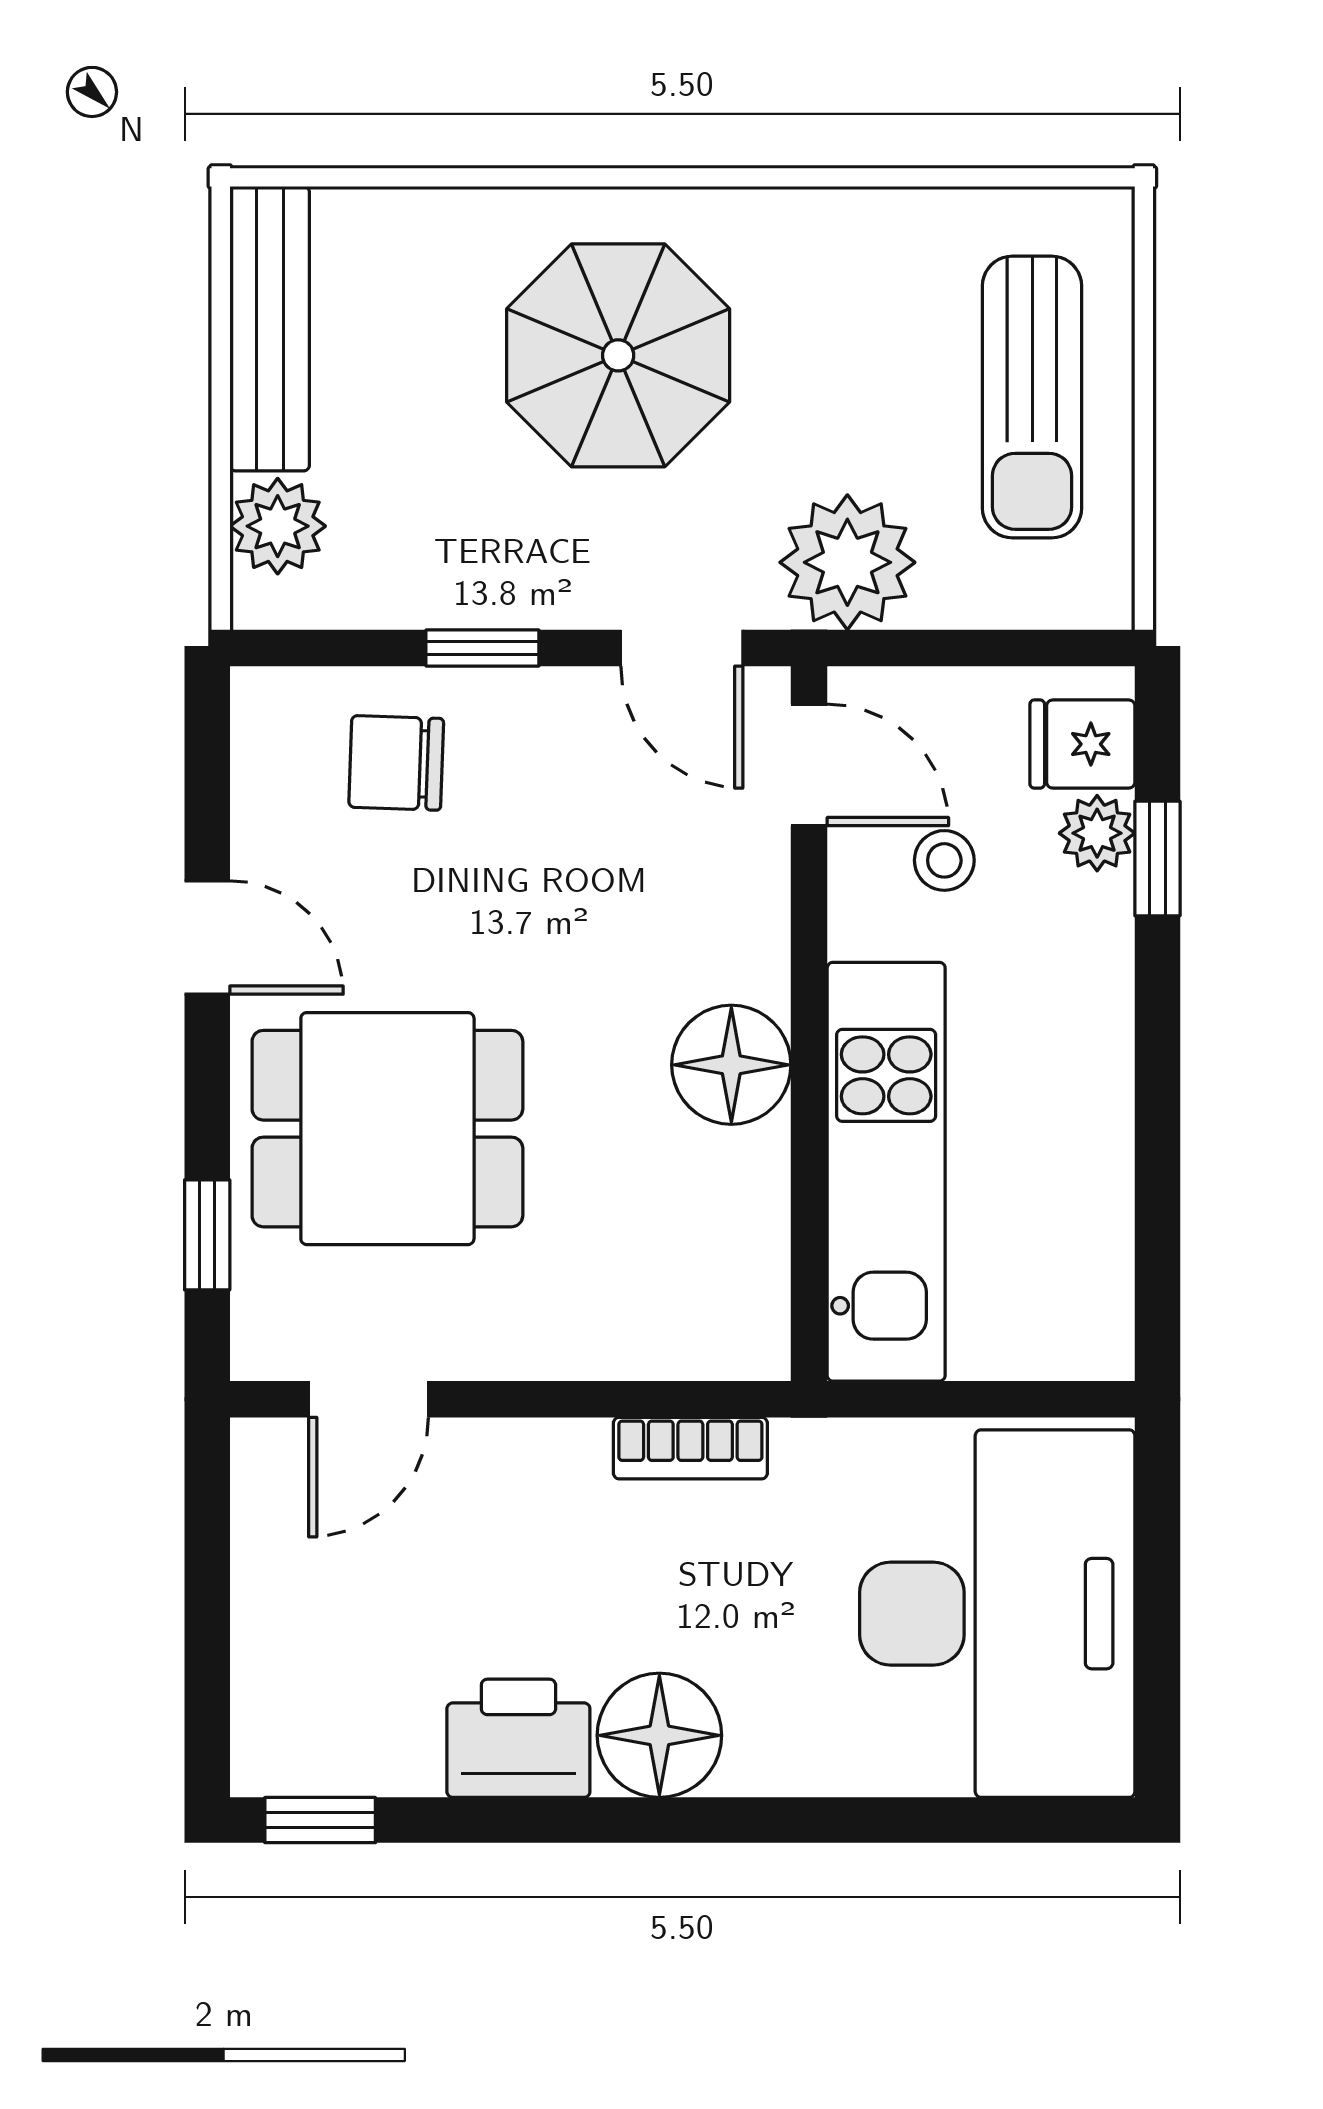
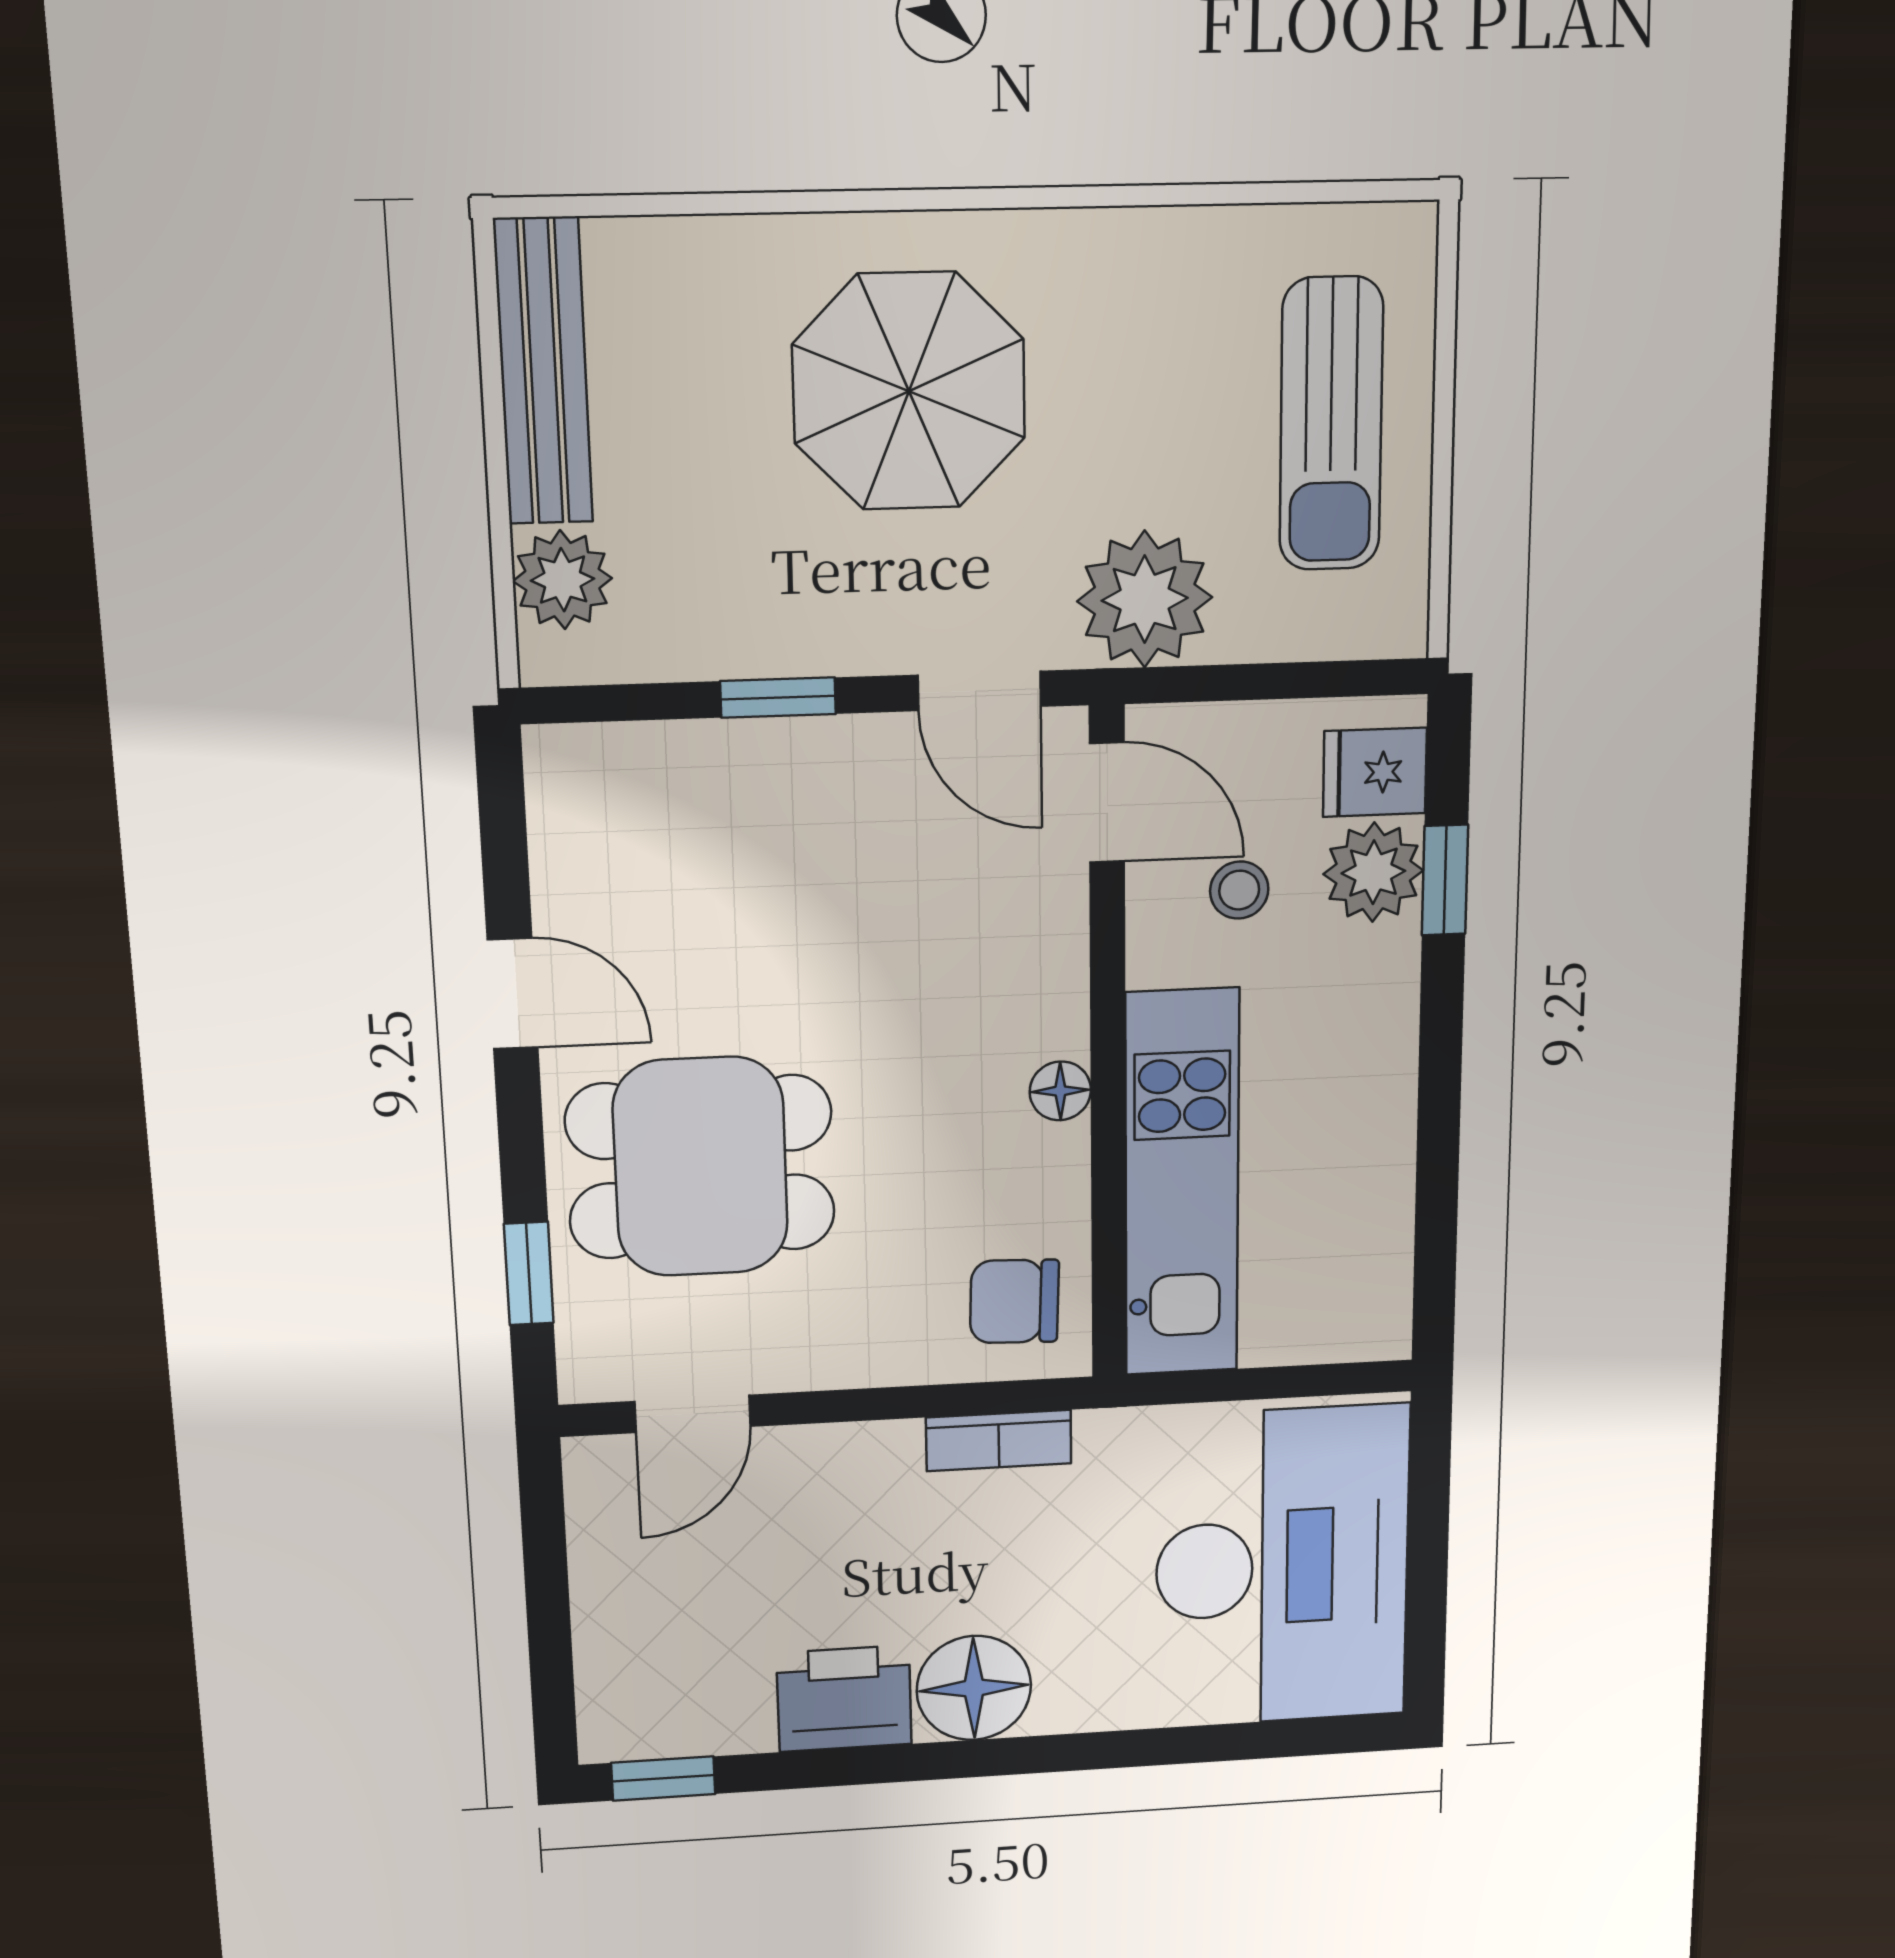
chair: (396, 763) -> (1014, 1301), moved
plant: (1097, 833) -> (1373, 872), width x1.38, depth x1.38
floor lamp: (731, 1065) -> (1060, 1091), width x0.53, depth x0.53

